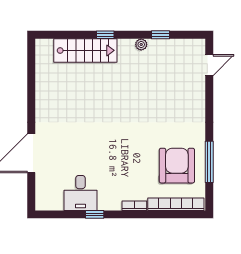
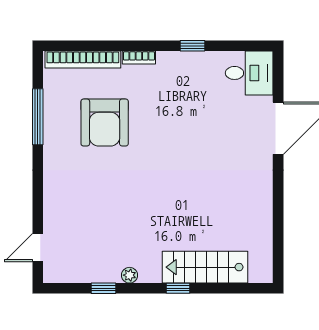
armchair: (177, 166) -> (105, 123), moved
desk: (80, 193) -> (249, 73), moved, turned 90

